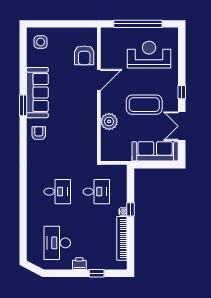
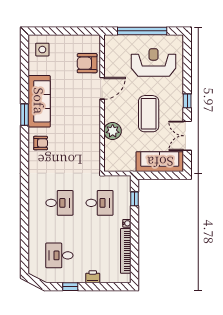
armchair: (84, 55) -> (87, 63), turned 90
coffee table: (144, 105) -> (149, 114), turned 90
armchair: (39, 133) -> (41, 143), turned 90
window: (130, 209) -> (135, 199), moved
desk: (57, 243) -> (59, 255), width x0.73
printer: (79, 264) -> (93, 277), moved
window: (97, 273) -> (70, 287), moved

